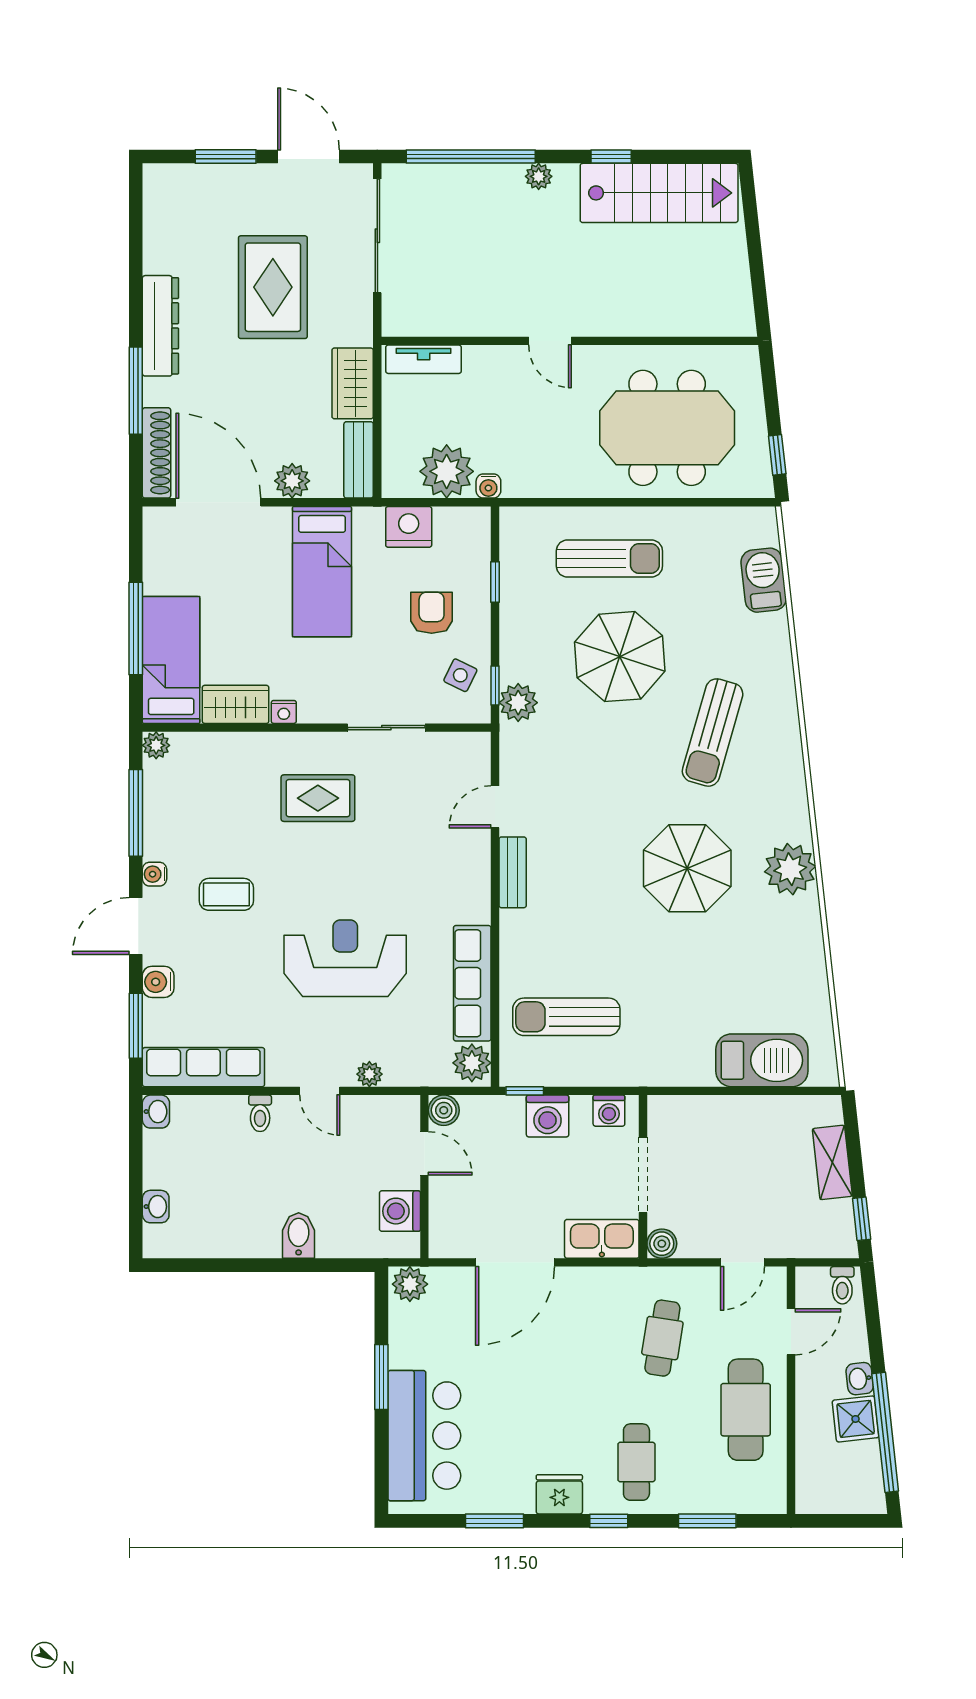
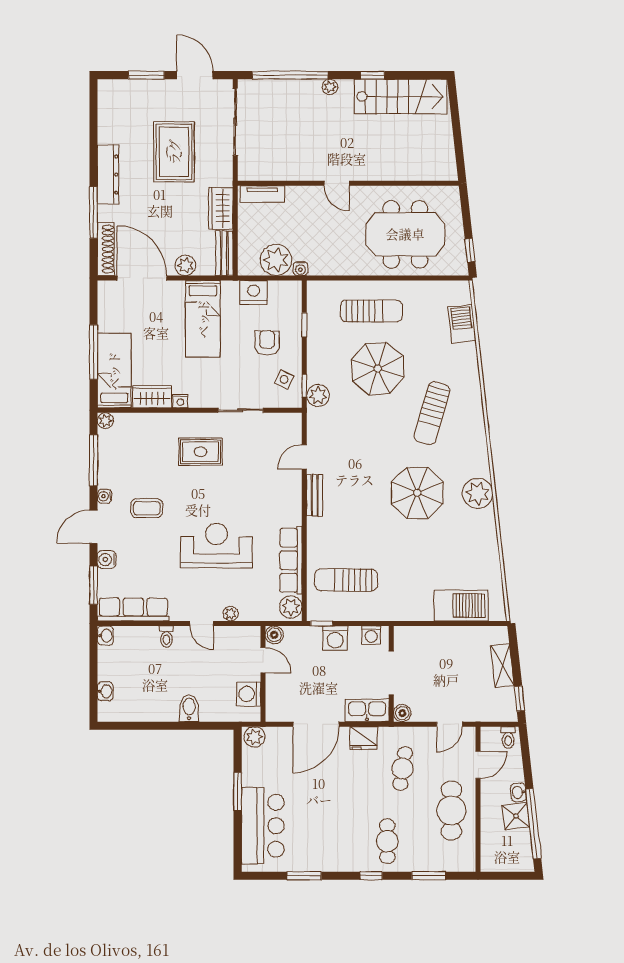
fridge: (559, 1494) -> (364, 738), moved, turned 180

